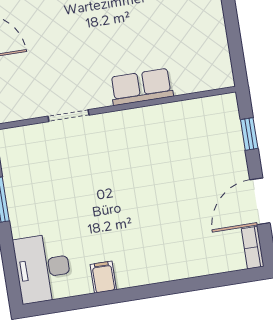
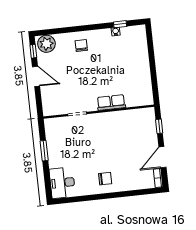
chair: (136, 254) -> (105, 179), added
filing cabinet: (103, 277) -> (90, 188), removed

